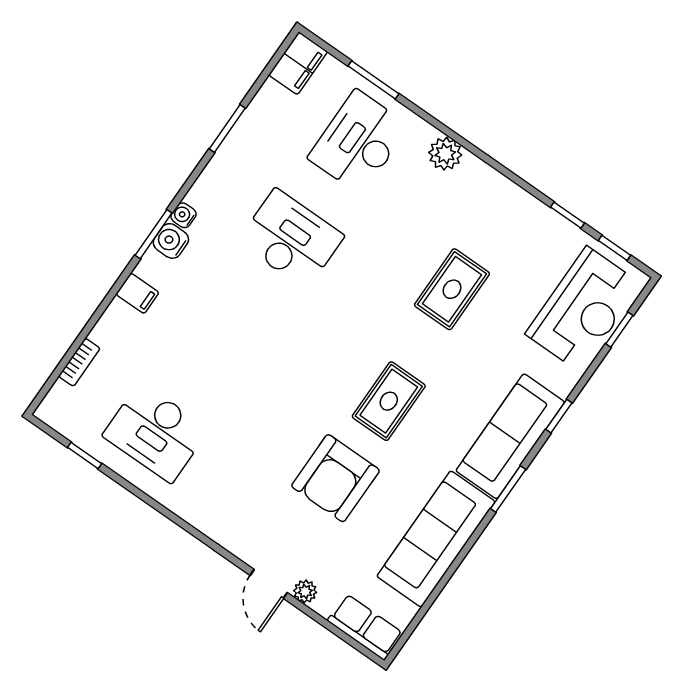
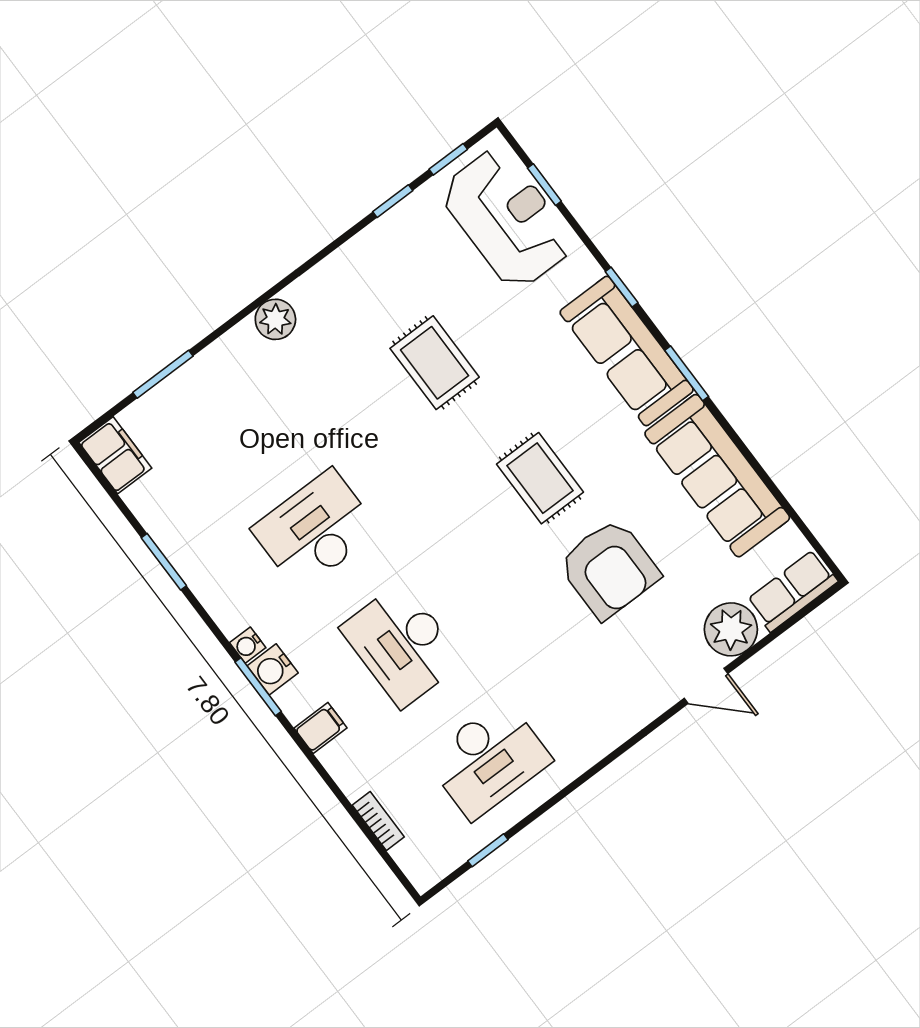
desk: (358, 142) -> (402, 645), moved
plant: (305, 591) -> (731, 629), width x1.88, depth x1.88

